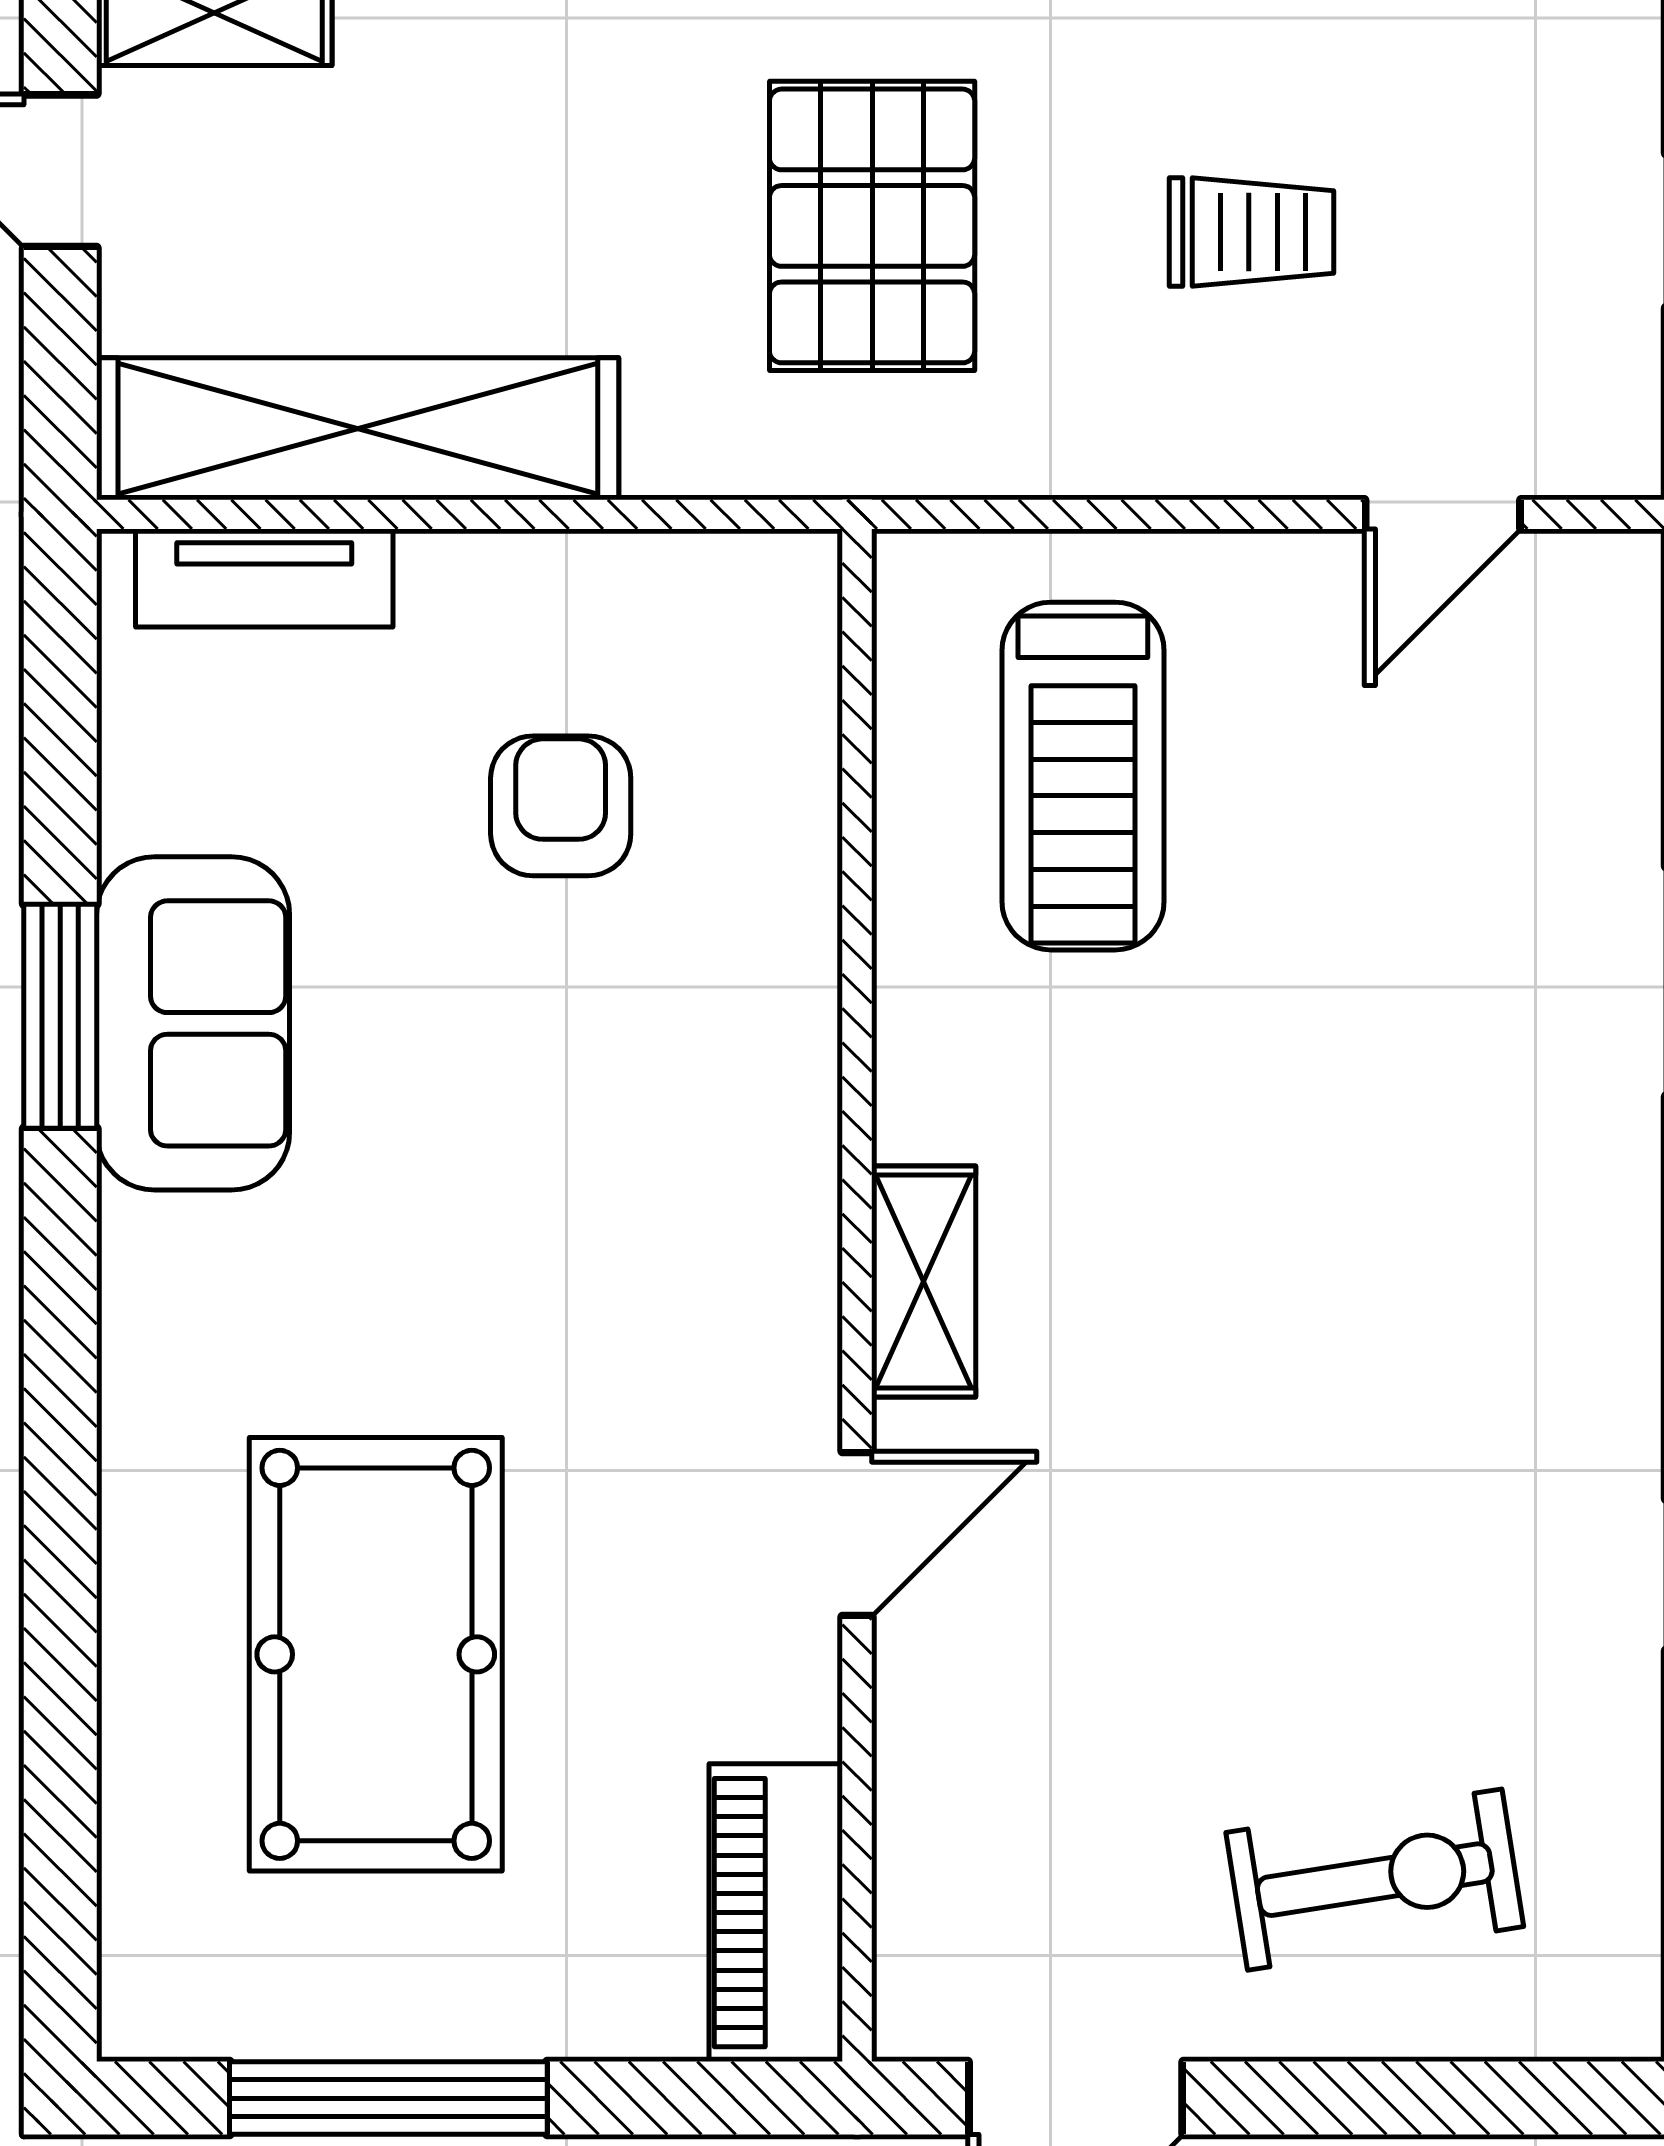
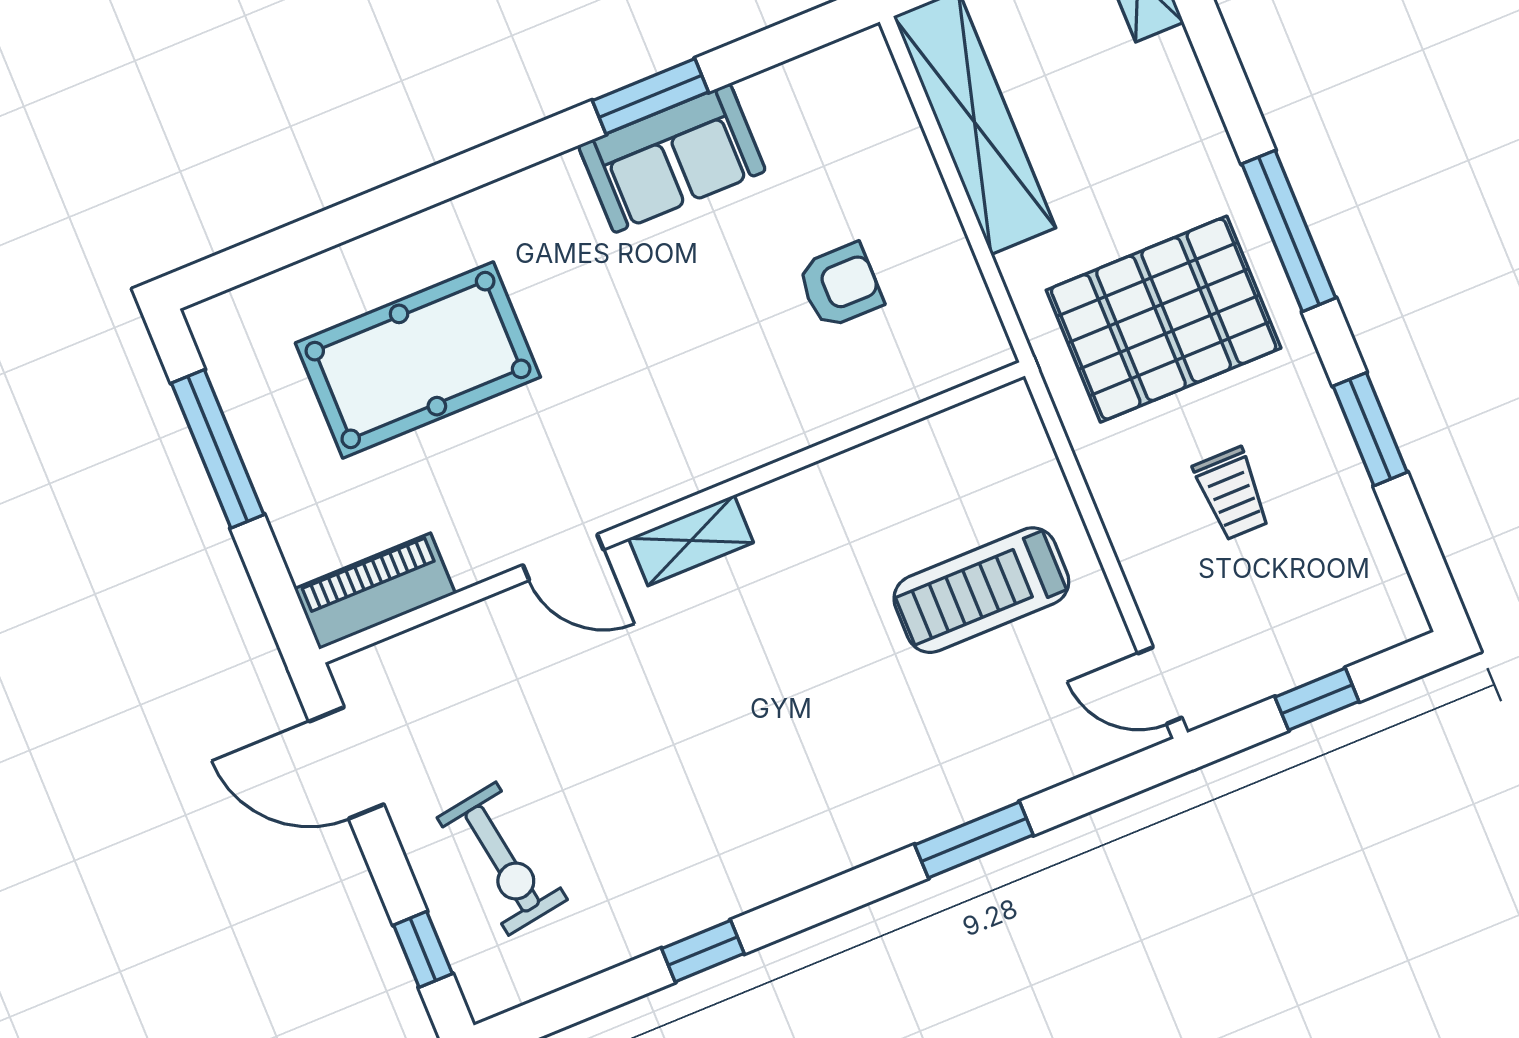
pallet: (872, 226) -> (1164, 319), width x1.37, depth x1.41
door: (1443, 514) -> (1160, 686), moved
tv unit: (264, 578) -> (889, 107), removed
treadmill: (1083, 776) -> (981, 590), moved
window: (1484, 2098) -> (423, 949), added

